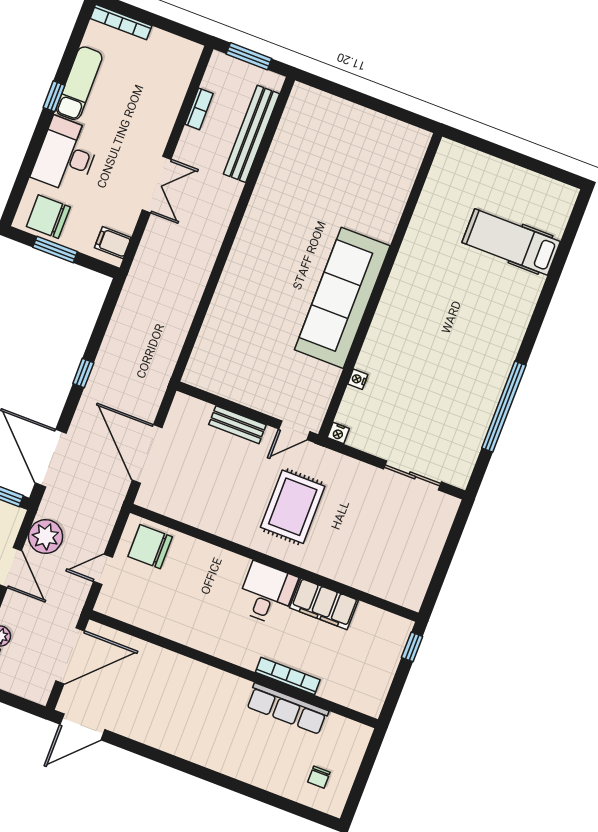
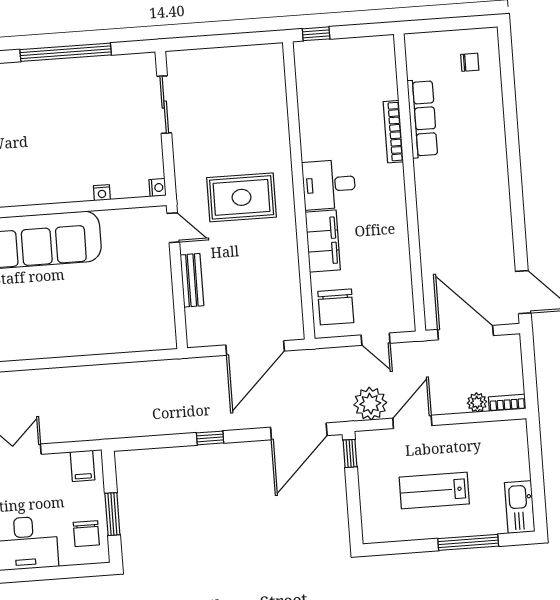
chair: (48, 217) -> (86, 534), width x0.73, depth x0.73
filing cabinet: (324, 604) -> (323, 241), moved

